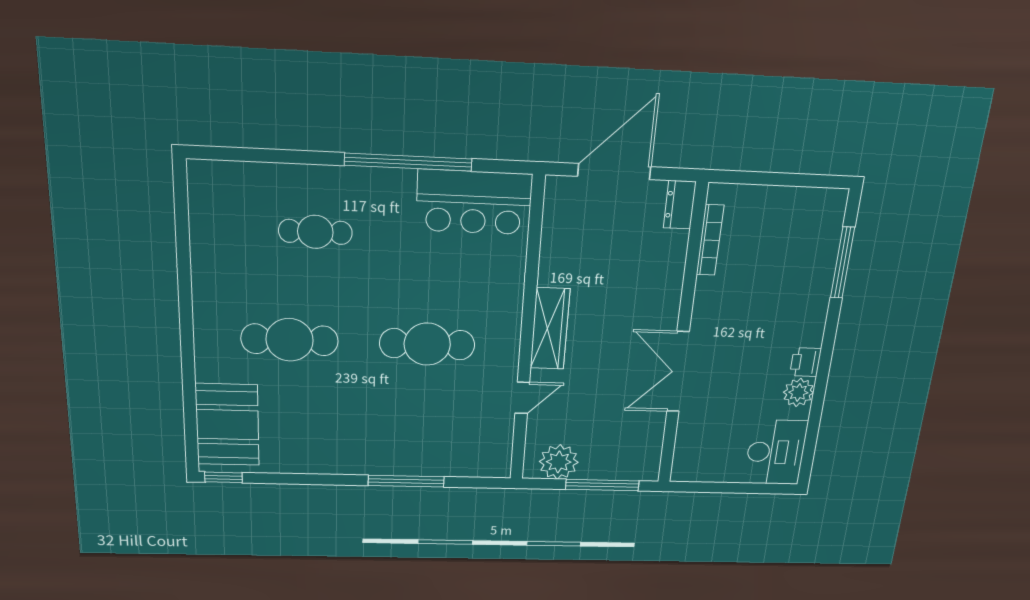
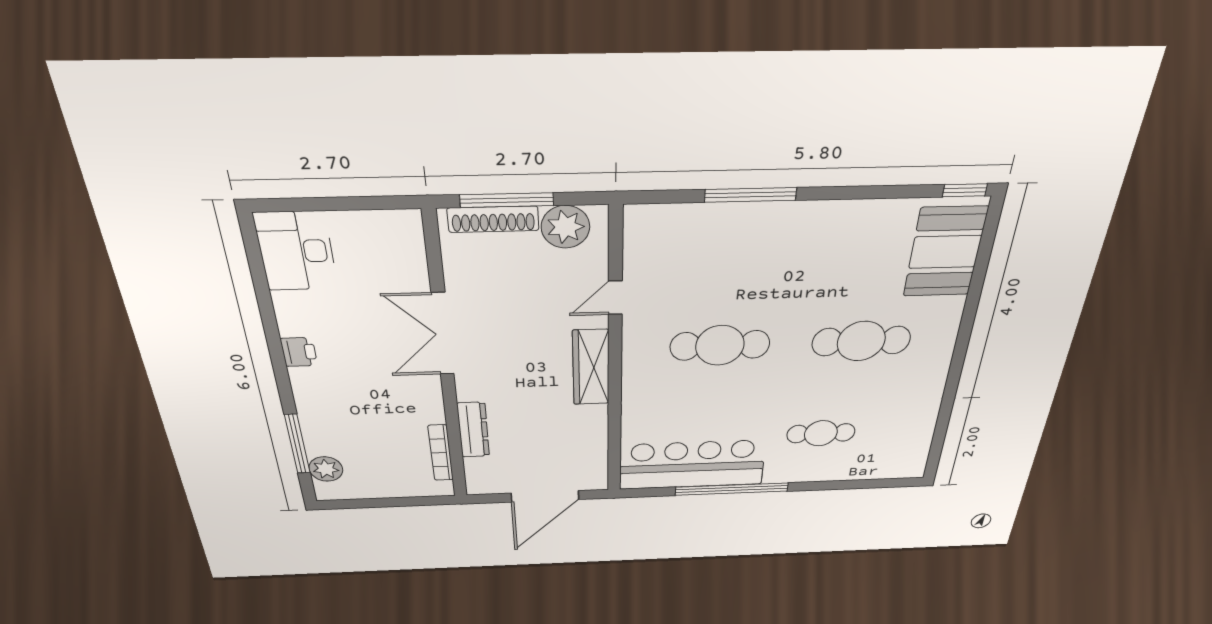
bar counter: (474, 202) -> (692, 465), width x1.36
dresser: (680, 205) -> (473, 430), moved, width x1.44
double door: (678, 372) -> (443, 334), swing flipped
plant: (798, 392) -> (326, 469), moved
shoe rack: (616, 471) -> (493, 219), added

